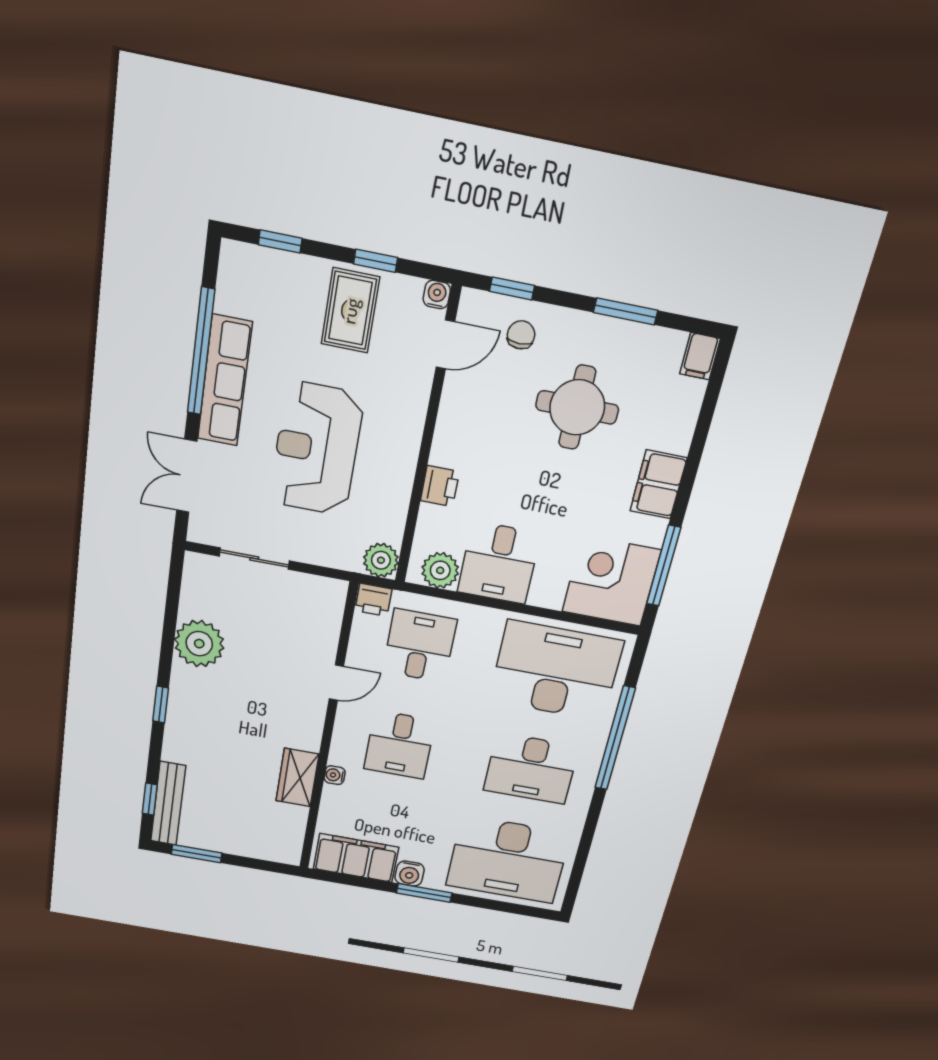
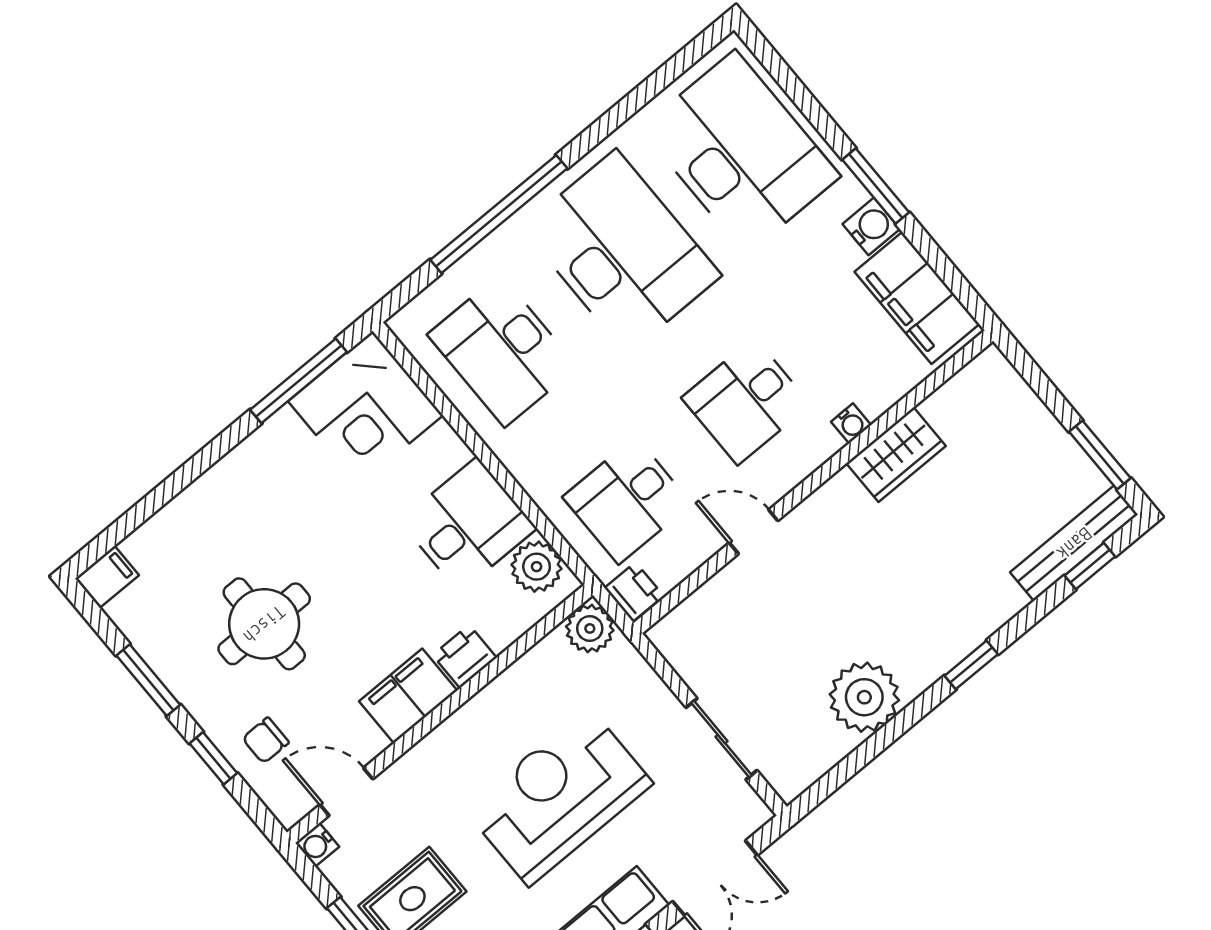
window: (512, 288) -> (213, 758), moved
reception desk: (316, 449) -> (559, 796), turned 180
filing cabinet: (658, 484) -> (408, 696), moved, turned 180
desk: (556, 671) -> (502, 351), width x0.73, depth x0.77
desk: (399, 745) -> (746, 401), turned 180
desk: (531, 768) -> (621, 252), width x1.36, depth x1.30

